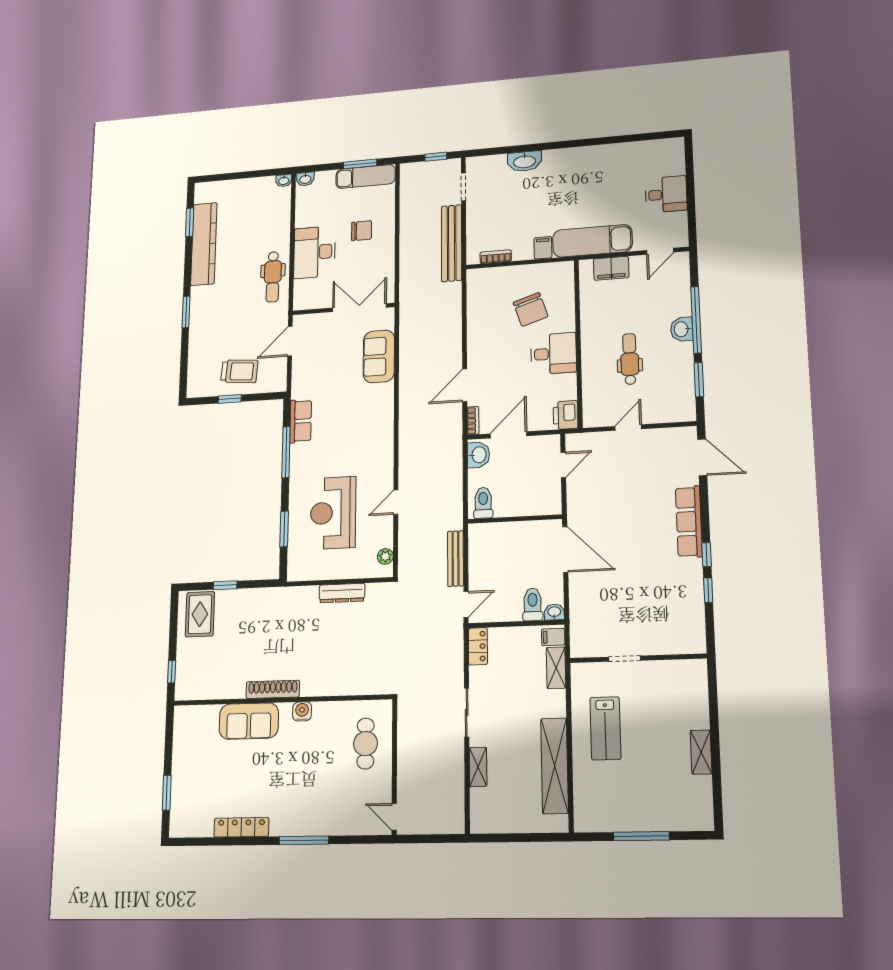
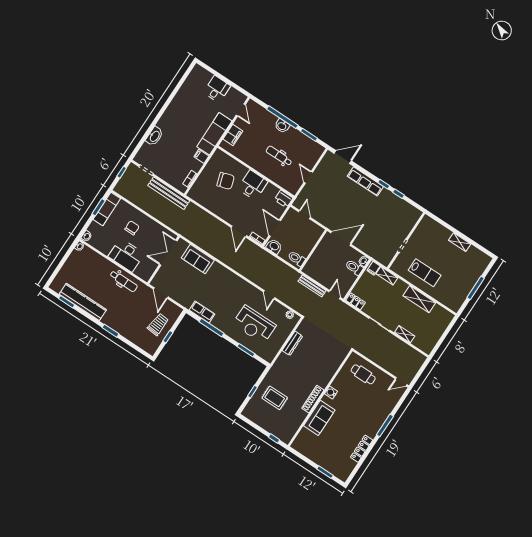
rug: (200, 614) -> (275, 398), moved
shelving: (555, 766) -> (419, 299), width x0.68

